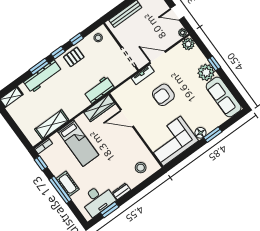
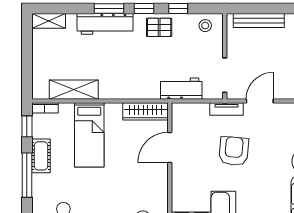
door: (158, 57) -> (260, 101), hinge flipped
workbench: (99, 90) -> (181, 89), moved
armchair: (163, 95) -> (234, 151), turned 95
door: (127, 118) -> (170, 147), hinge flipped
cot: (68, 184) -> (41, 156), moved

